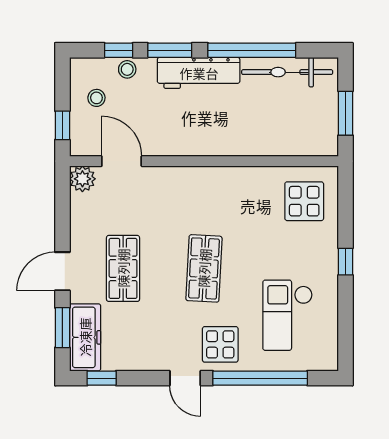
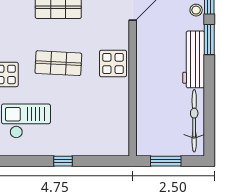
window: (252, 50) -> (209, 96), removed
display table: (304, 201) -> (113, 63), moved

